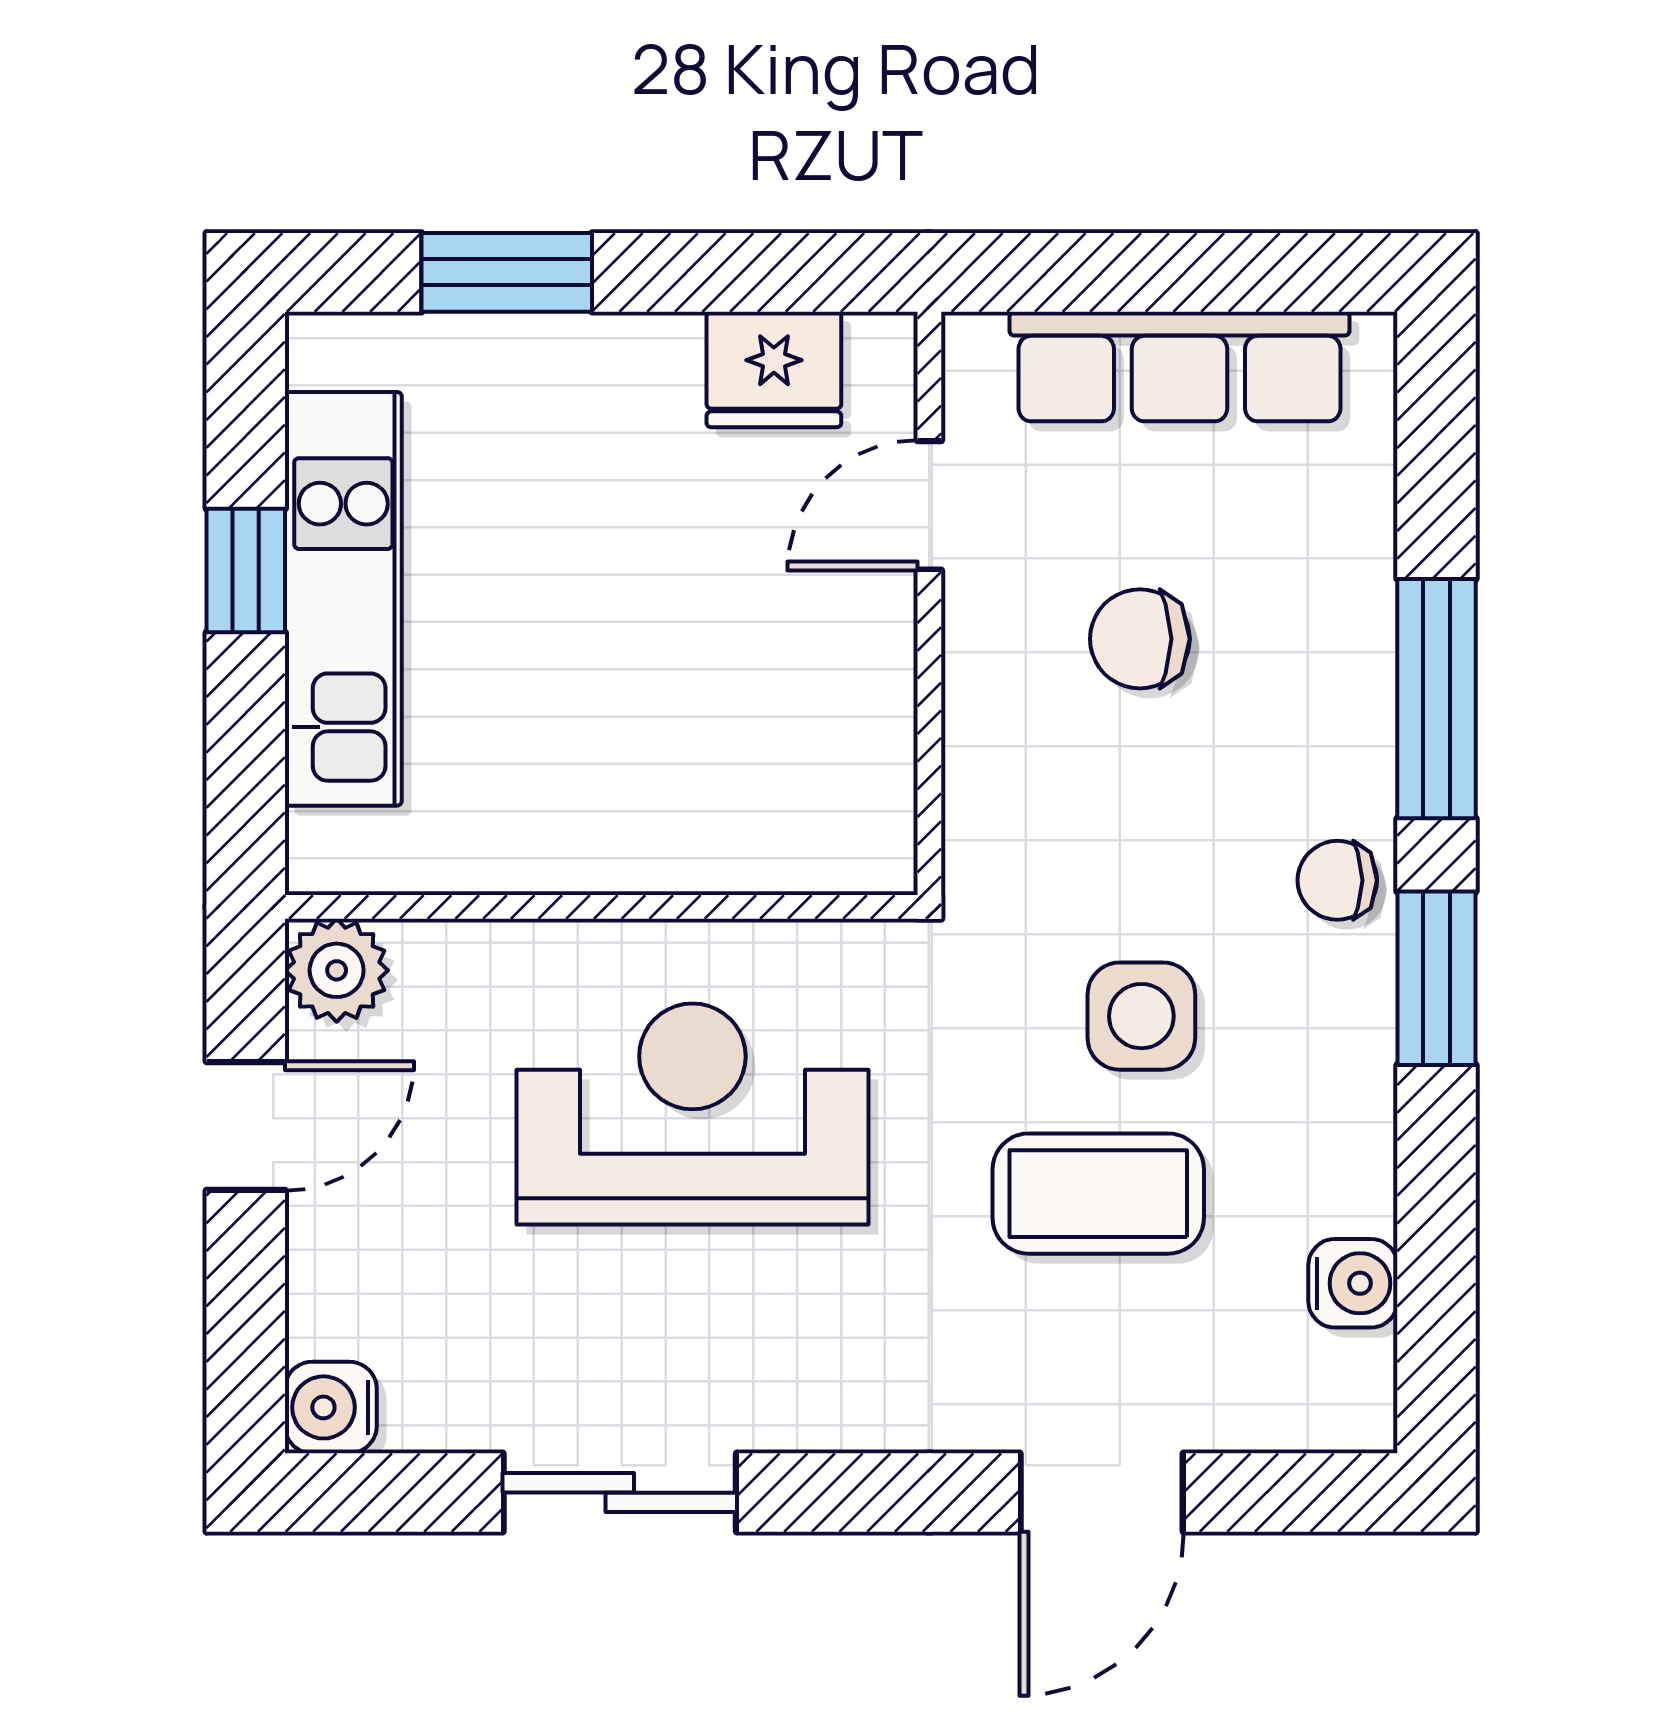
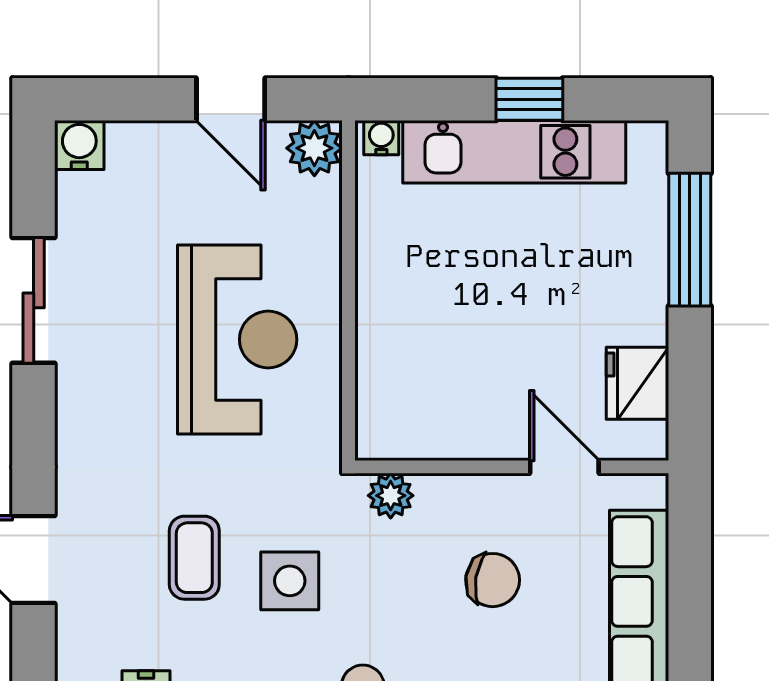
window: (507, 272) -> (690, 240), width x1.44
chair: (1140, 639) -> (493, 580), turned 99
plant: (983, 828) -> (391, 496), added
water cooler: (317, 846) -> (381, 138), added
coffee table: (1098, 1194) -> (194, 558), width x0.73, depth x0.77

